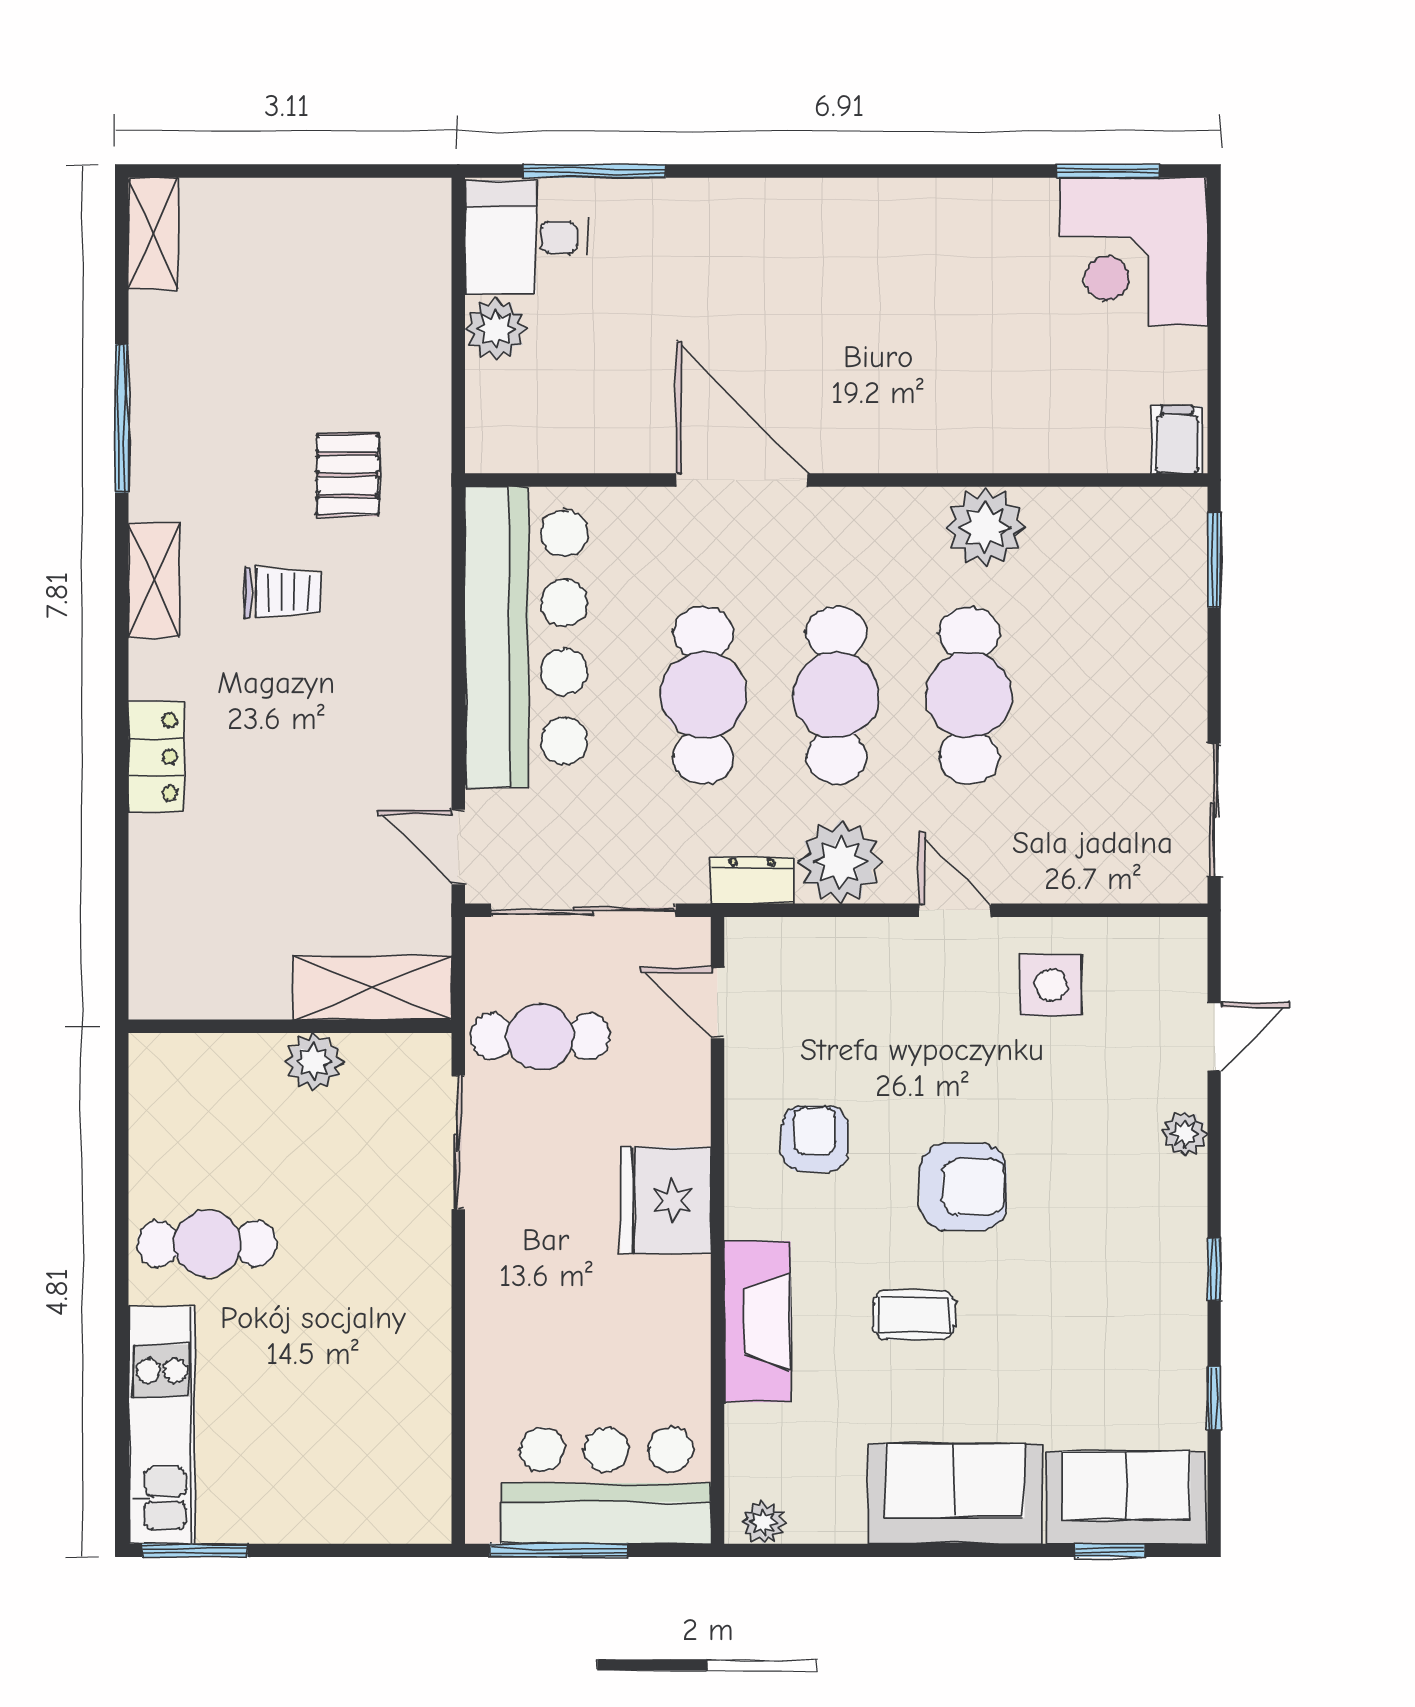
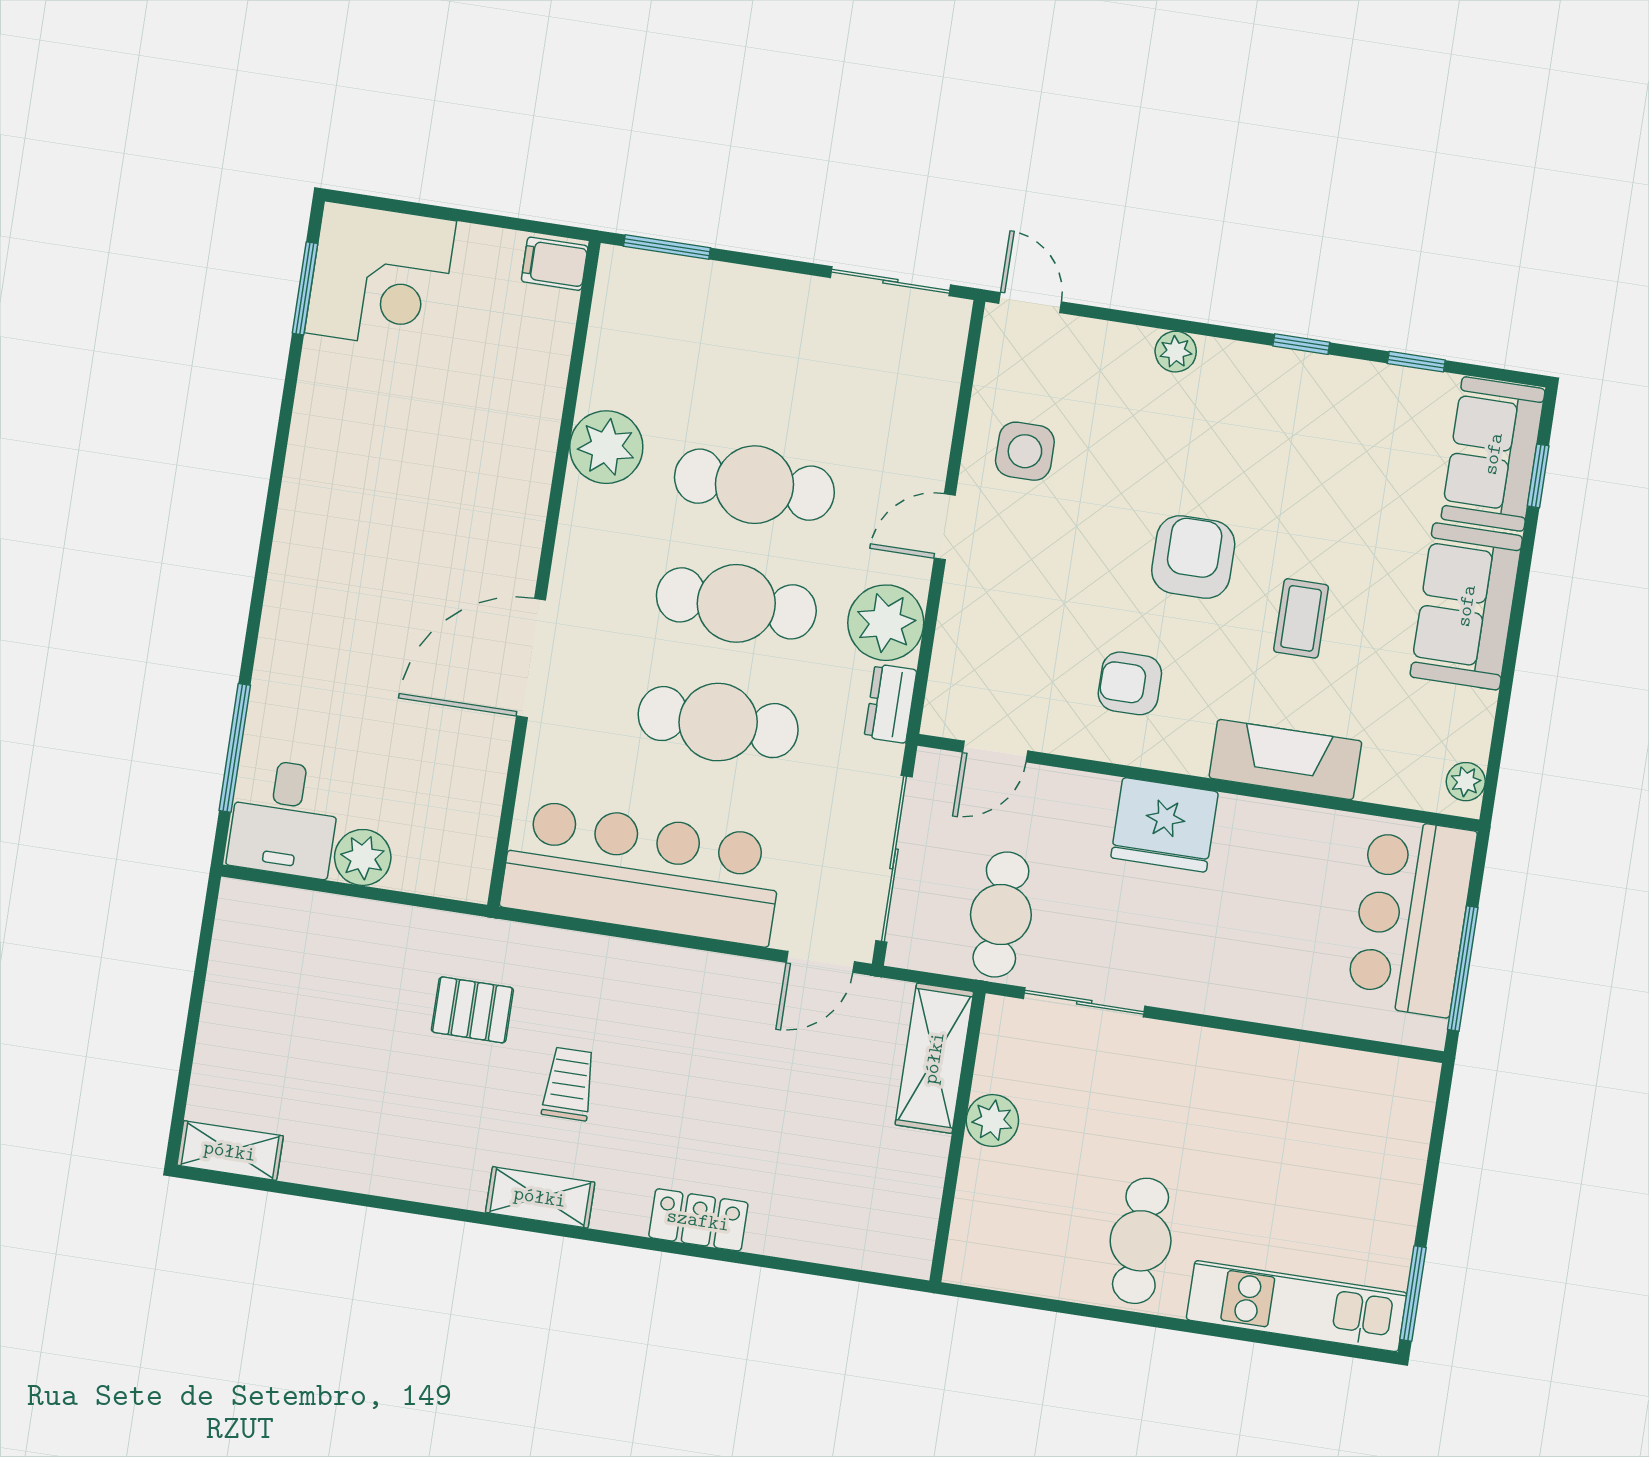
window: (122, 418) -> (391, 1204), removed
door: (1214, 1037) -> (1030, 303), moved

